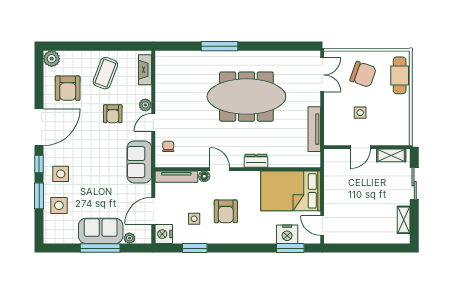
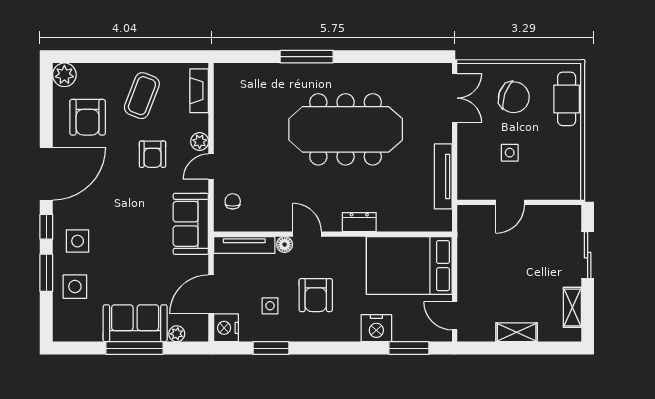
shelving: (391, 155) -> (517, 332), moved
nightstand: (287, 234) -> (376, 328), moved

